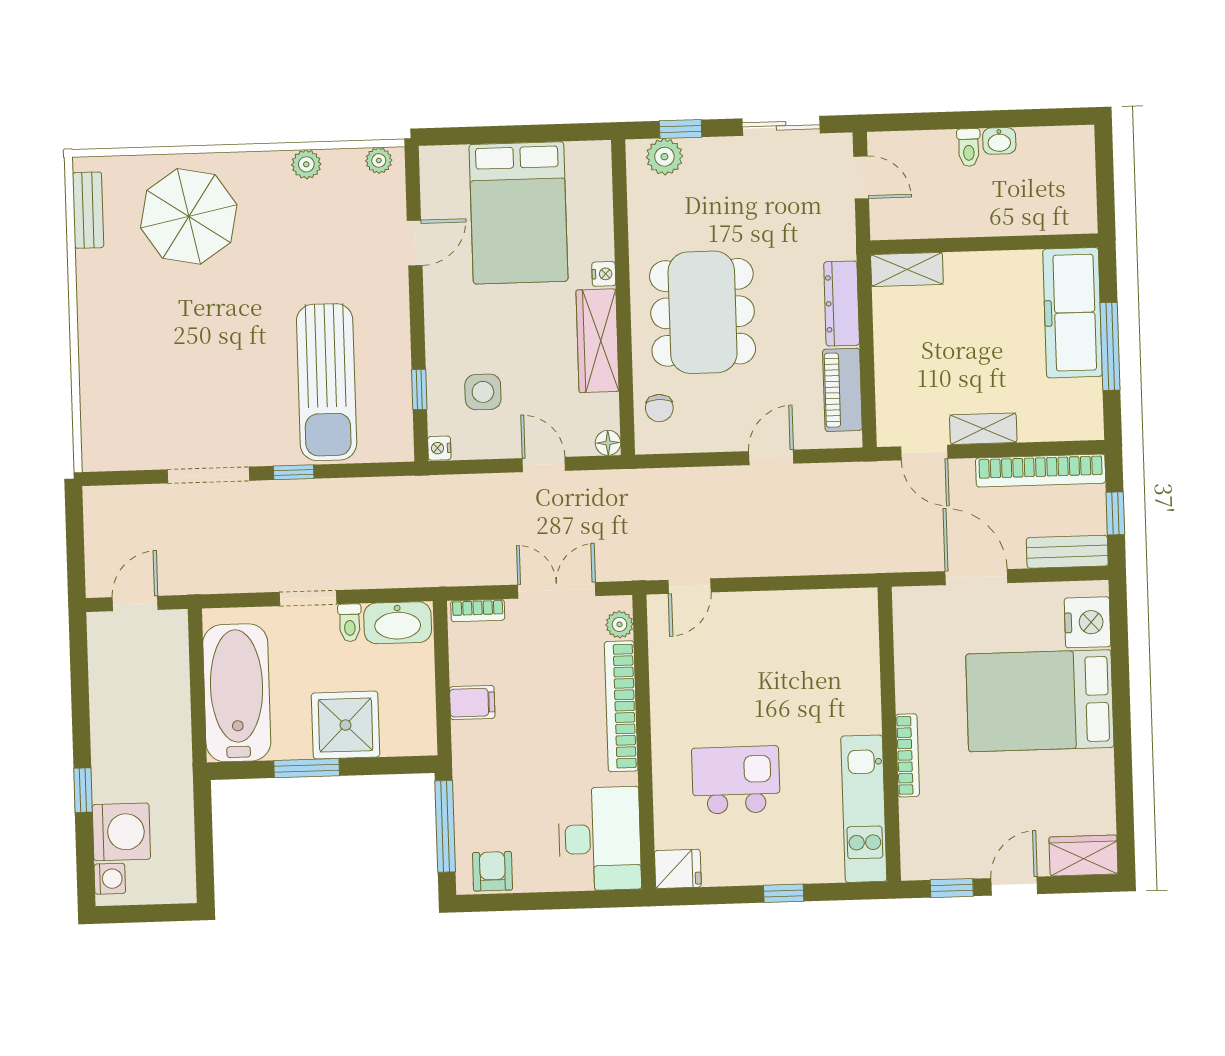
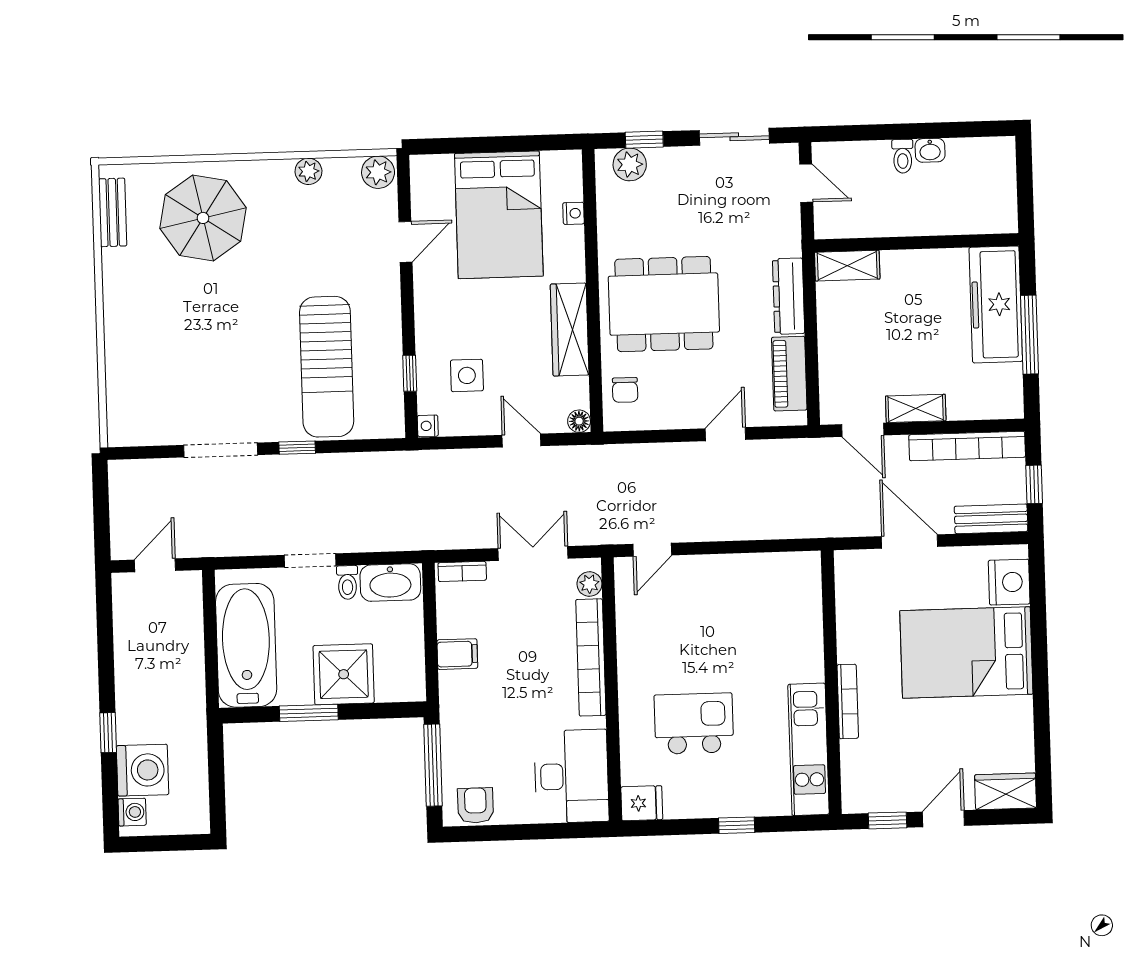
plant: (379, 160) -> (378, 172), width x1.38, depth x1.38
nightstand: (604, 274) -> (573, 213), moved
dining table: (703, 312) -> (664, 304), turned 90

